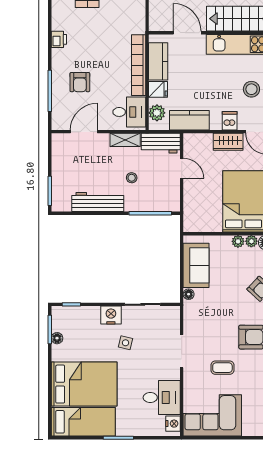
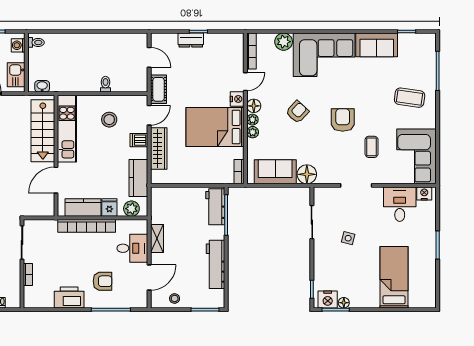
printer: (59, 39) -> (69, 298), width x1.87, depth x1.48
desk: (129, 112) -> (132, 248), moved, turned 90
door: (84, 132) -> (149, 277), swing flipped
wardrobe: (228, 142) -> (159, 148), width x1.50
workbench: (161, 143) -> (215, 207), moved, turned 180
door: (182, 168) -> (184, 185), removed
stool: (132, 178) -> (175, 298), moved
bookcase: (196, 227) -> (239, 172), added
floor lamp: (189, 294) -> (307, 174), width x1.89, depth x1.89
nightstand: (111, 315) -> (328, 300), moved, turned -90
bed: (84, 384) -> (394, 277), width x0.67
bed: (83, 422) -> (423, 278), removed

